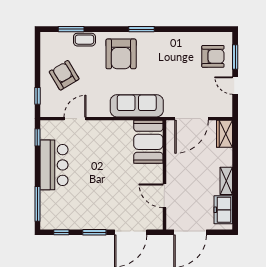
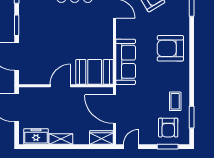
window: (142, 29) -> (192, 117), moved
coffee table: (84, 40) -> (175, 101), moved
door: (235, 86) -> (131, 147), moved
door: (164, 196) -> (60, 86), moved

